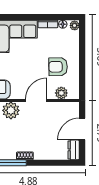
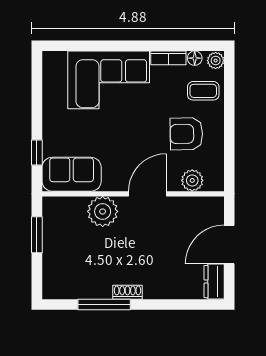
coffee table: (68, 43) -> (203, 91), added

